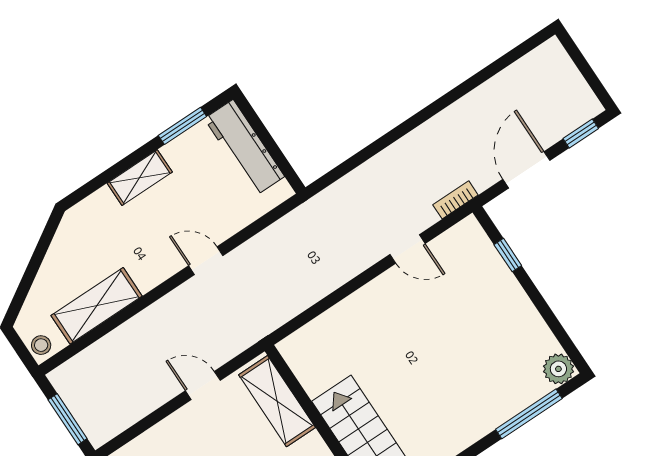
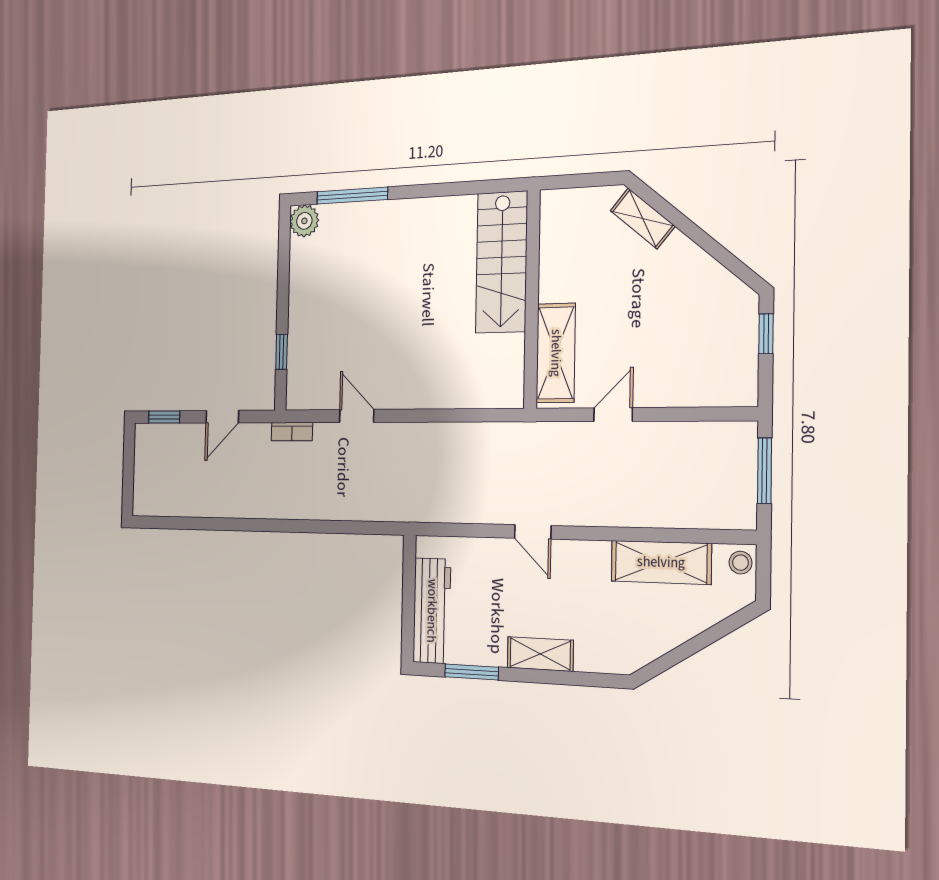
door: (526, 170) -> (222, 417), width x0.73
door: (203, 386) -> (613, 415), swing flipped

